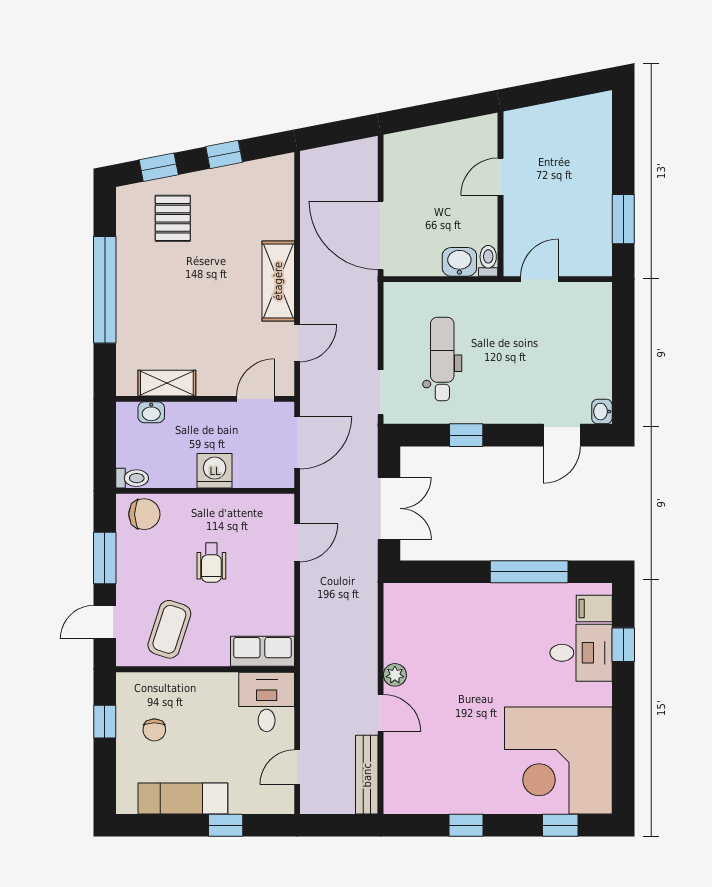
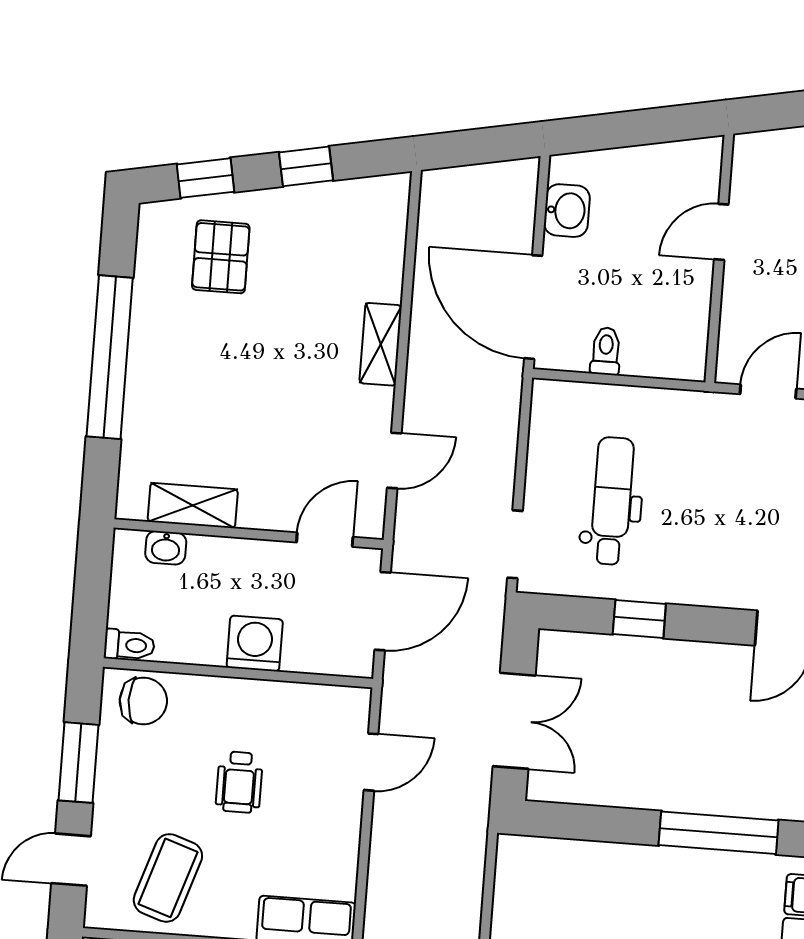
toilet: (488, 261) -> (606, 351), moved
washbasin: (459, 262) -> (567, 211), moved, turned 90
shelving: (278, 281) -> (381, 344), width x0.67, depth x0.75

